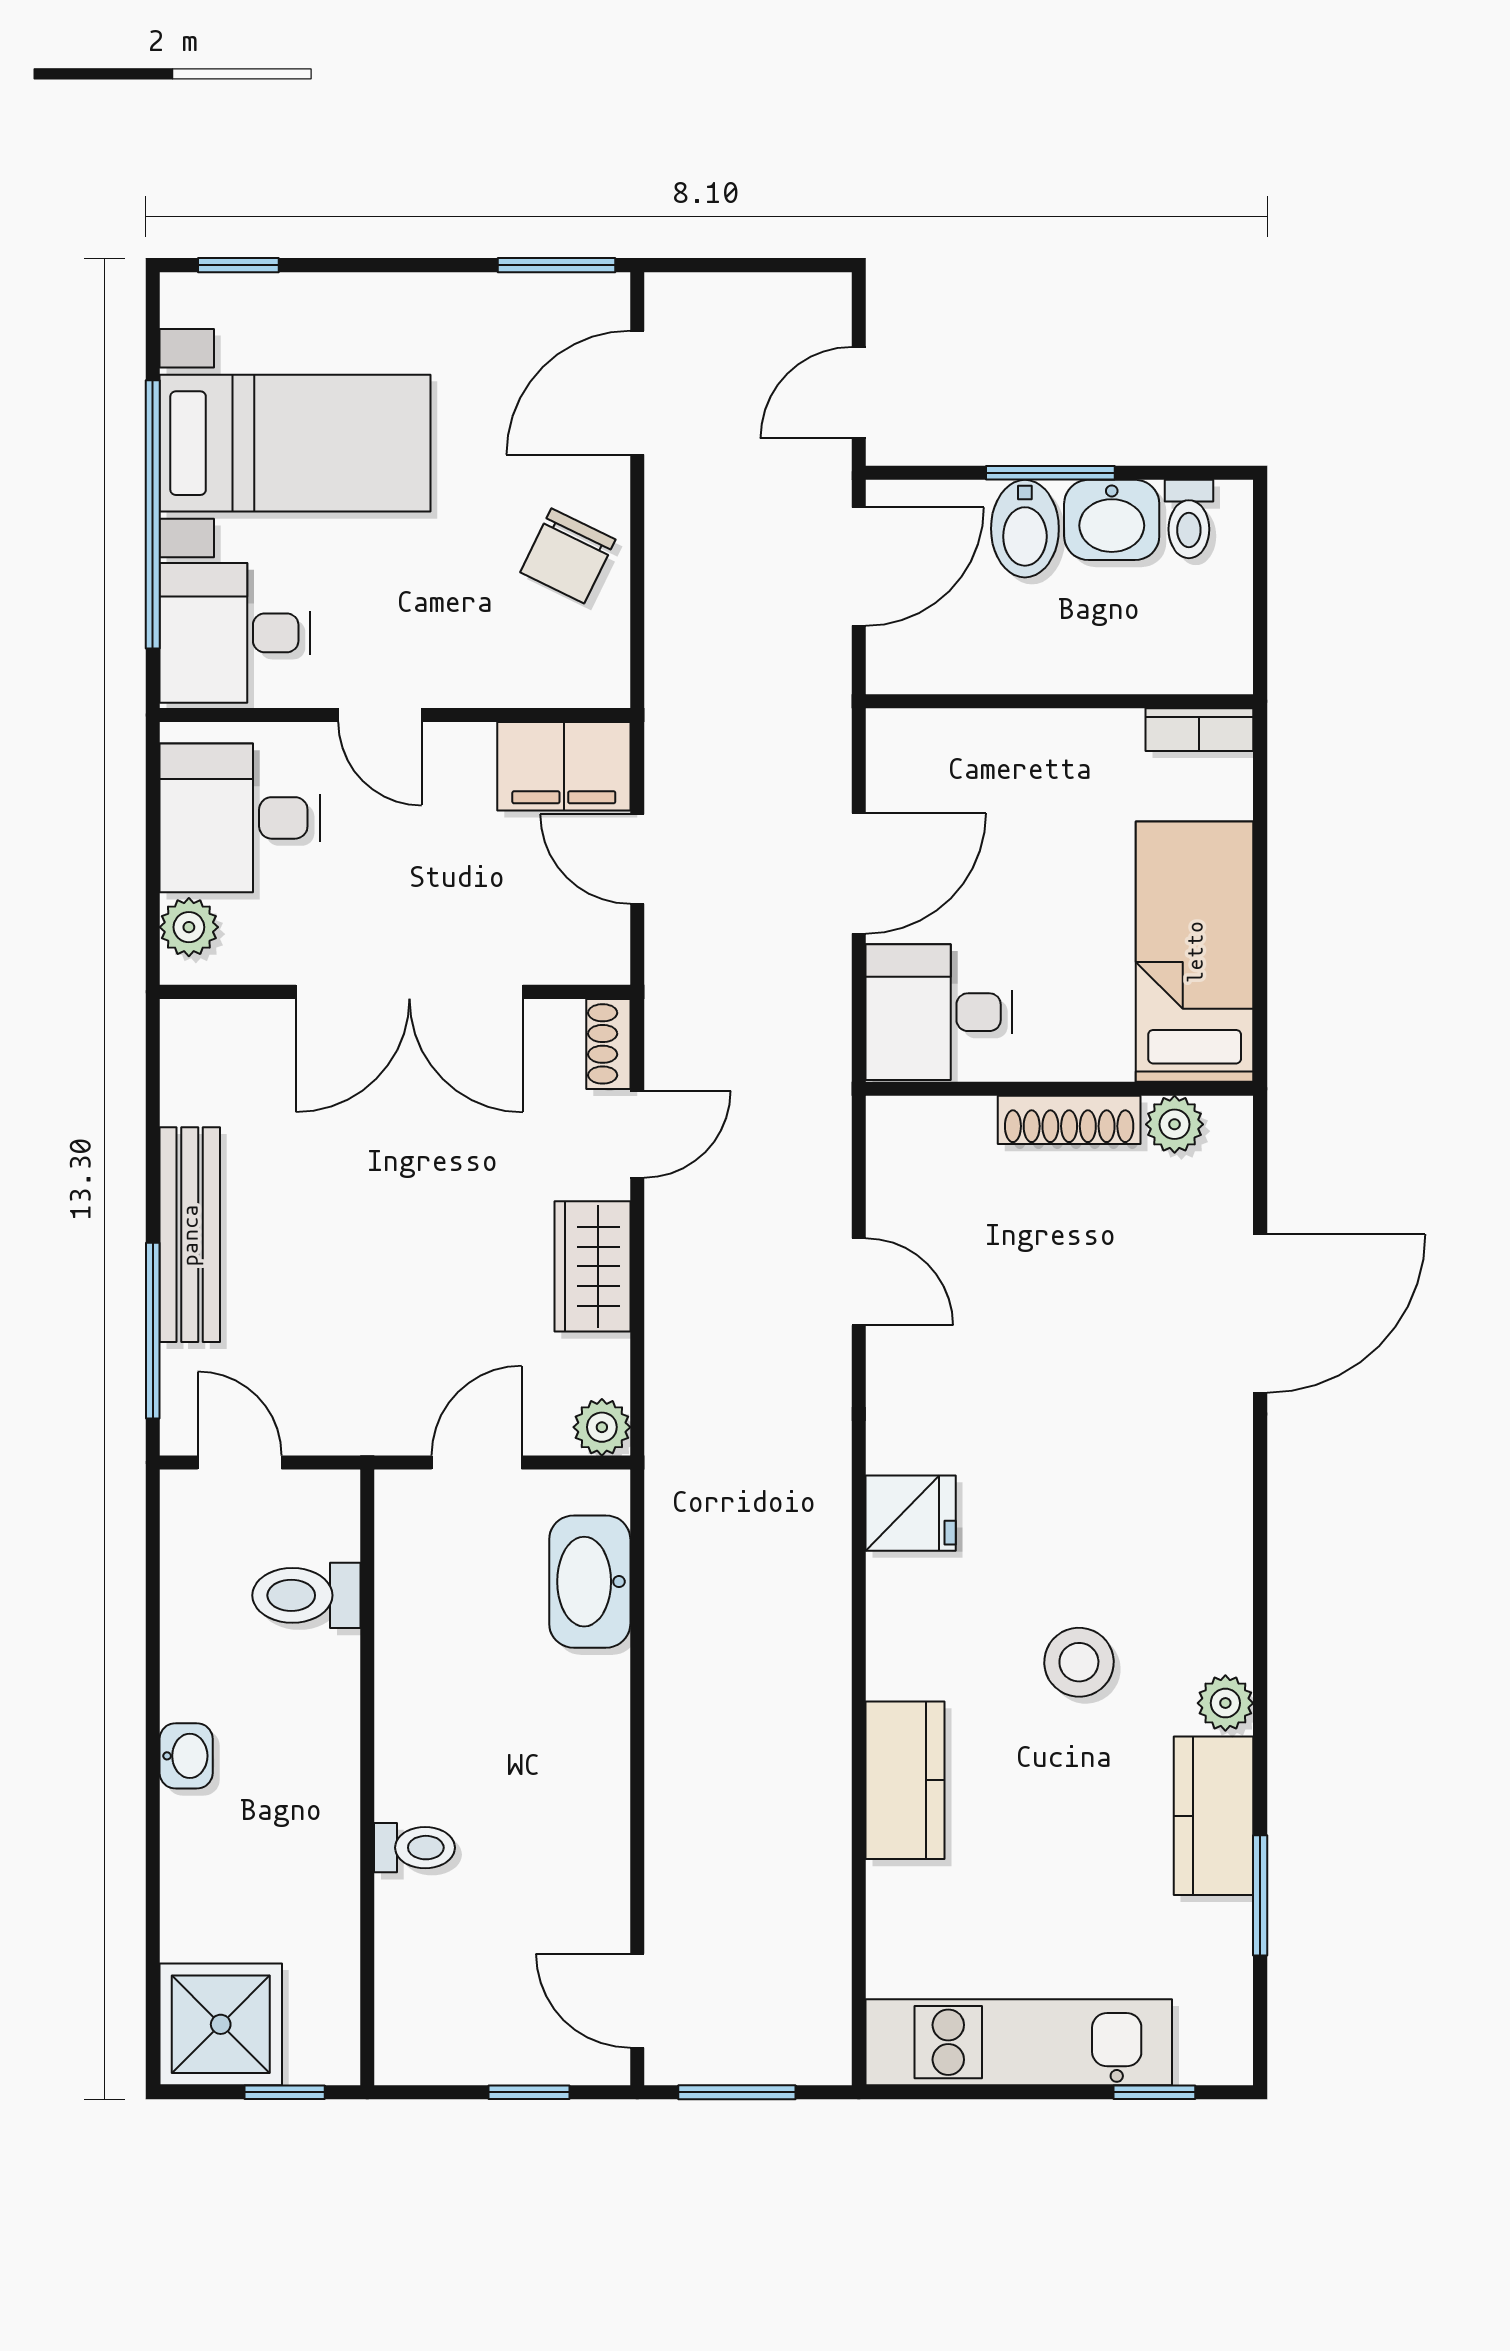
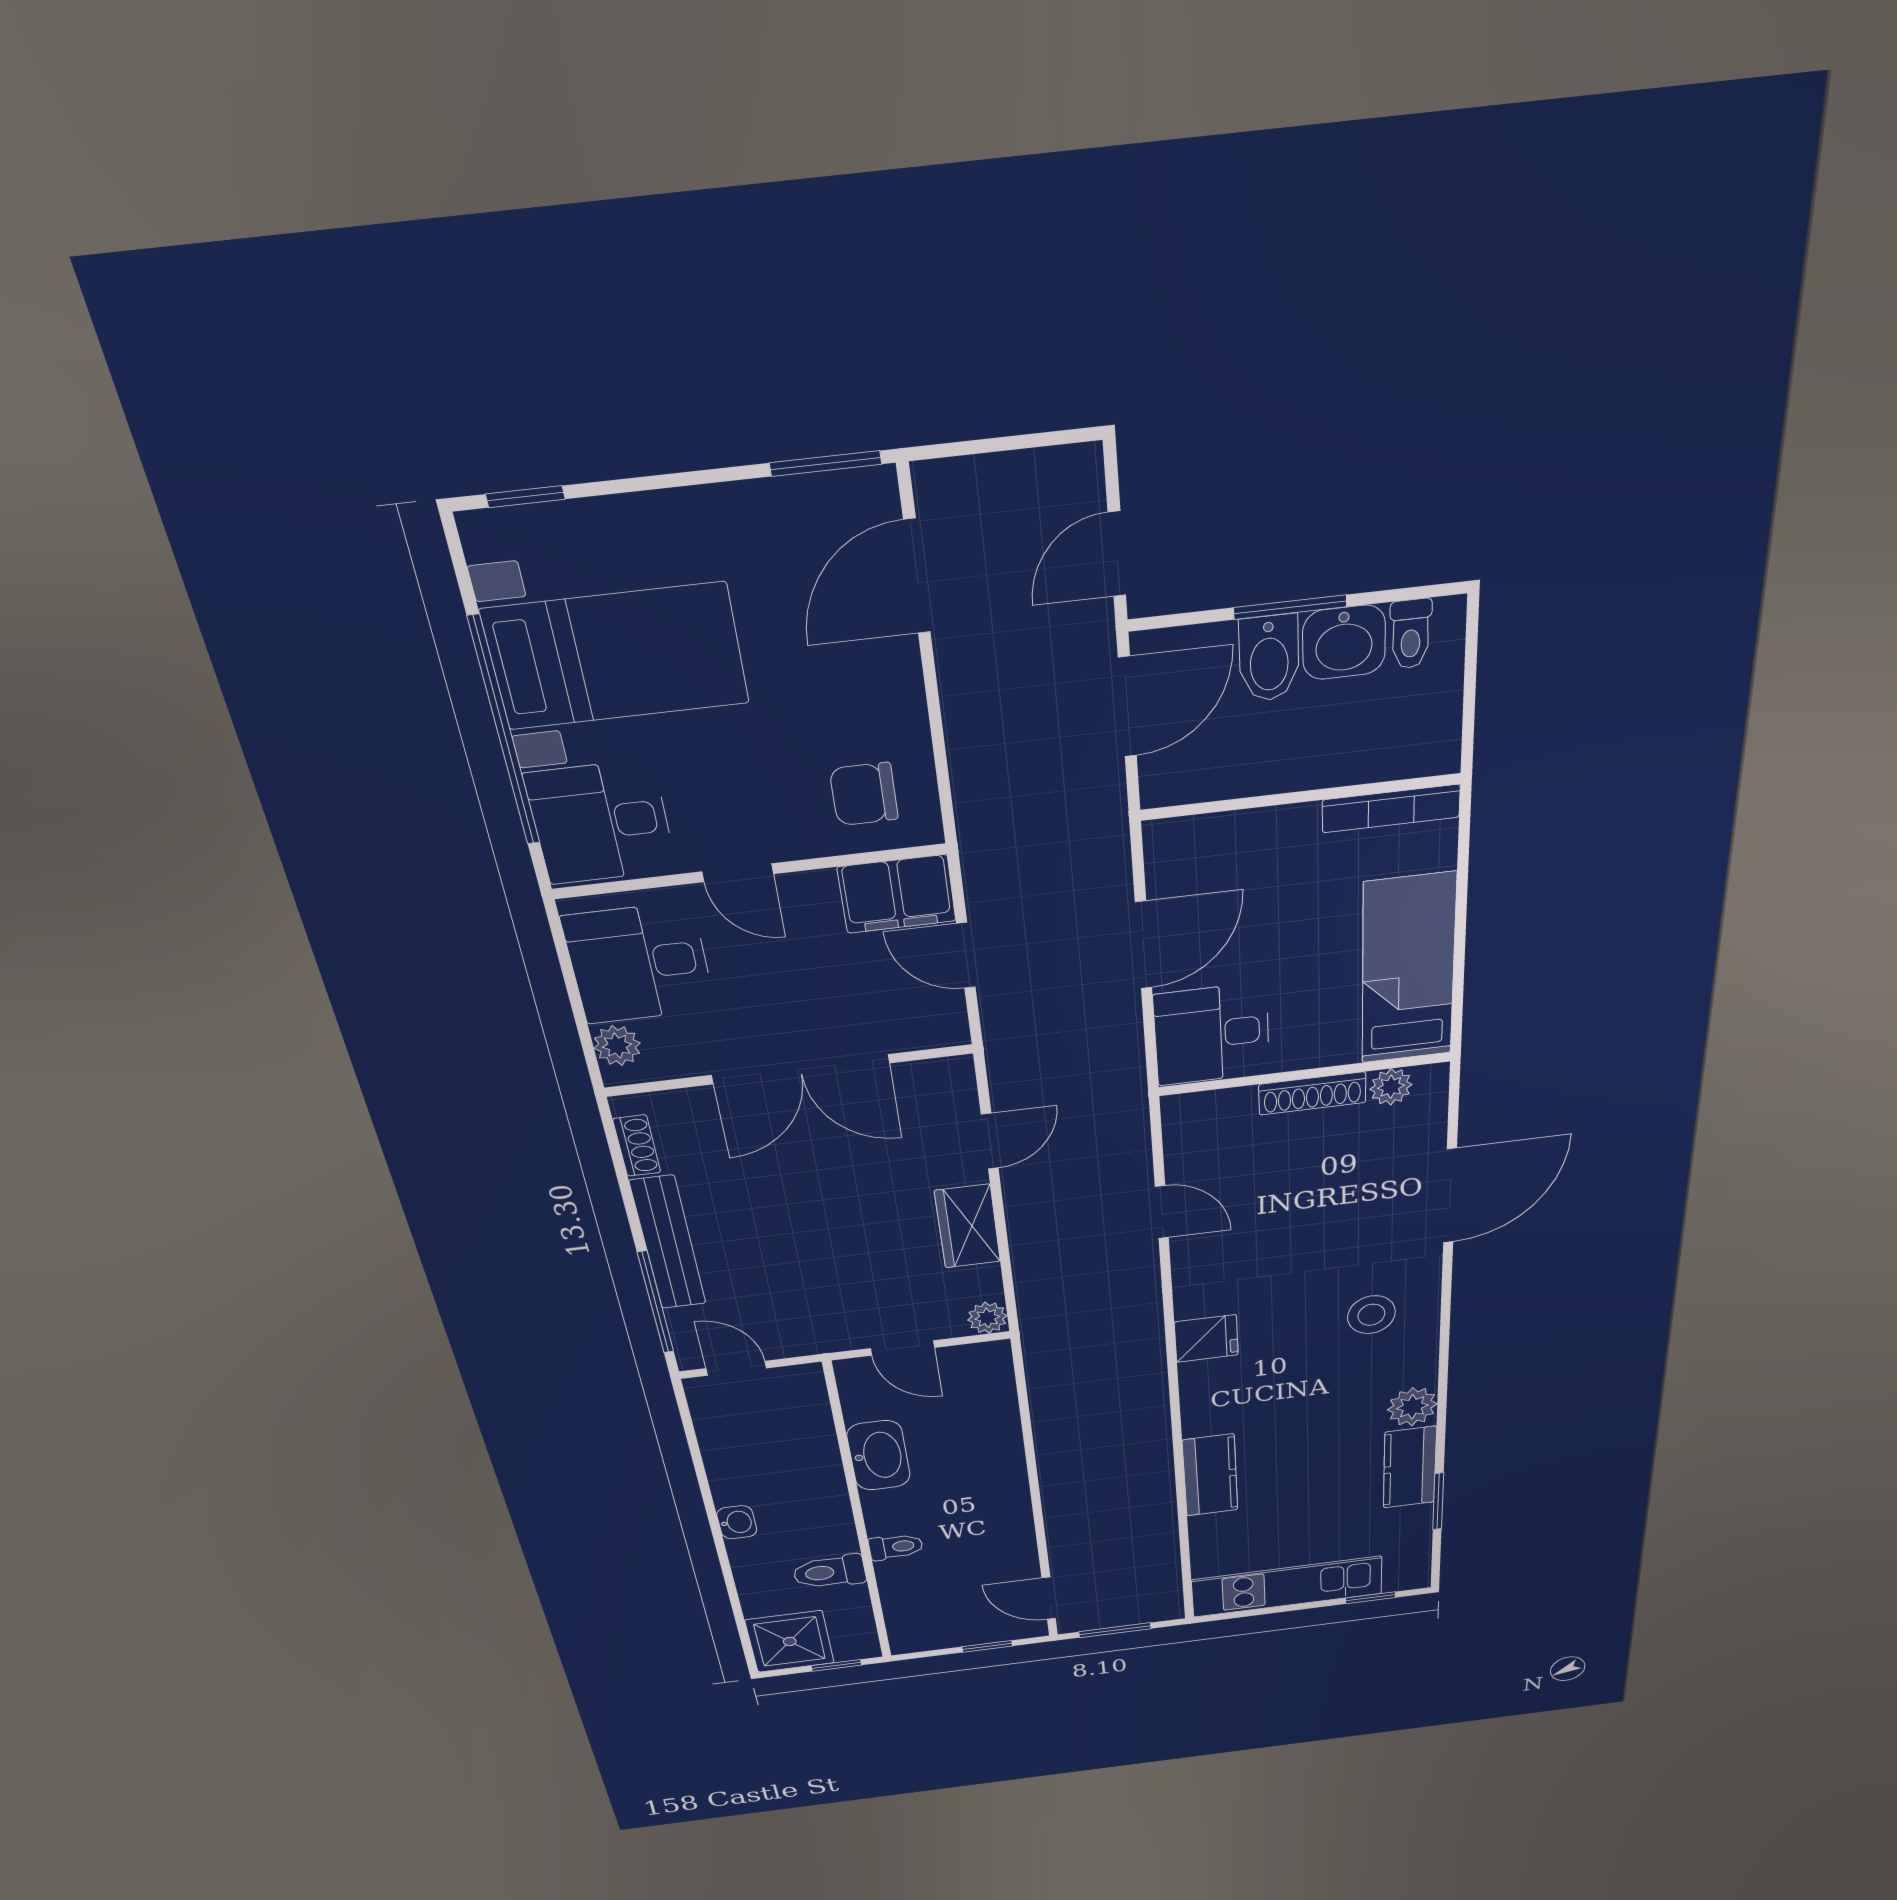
chair: (568, 556) -> (864, 794), moved, turned 64
bookcase: (1199, 730) -> (1391, 809), width x1.56
shoe rack: (608, 1044) -> (637, 1146), moved, turned 180
door: (477, 1462) -> (902, 1348), swing flipped
washbasin: (590, 1582) -> (879, 1455), moved, turned 180
toilet: (306, 1595) -> (829, 1572), moved
stool: (1079, 1662) -> (1371, 1315), moved
plant: (1225, 1703) -> (1412, 1407), width x1.38, depth x1.38

